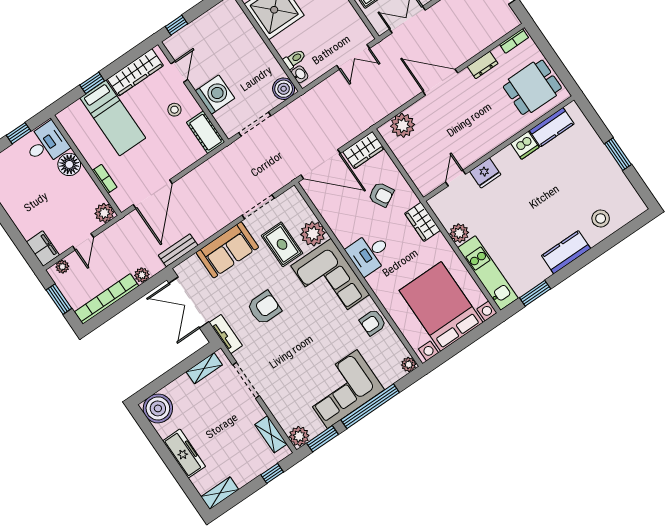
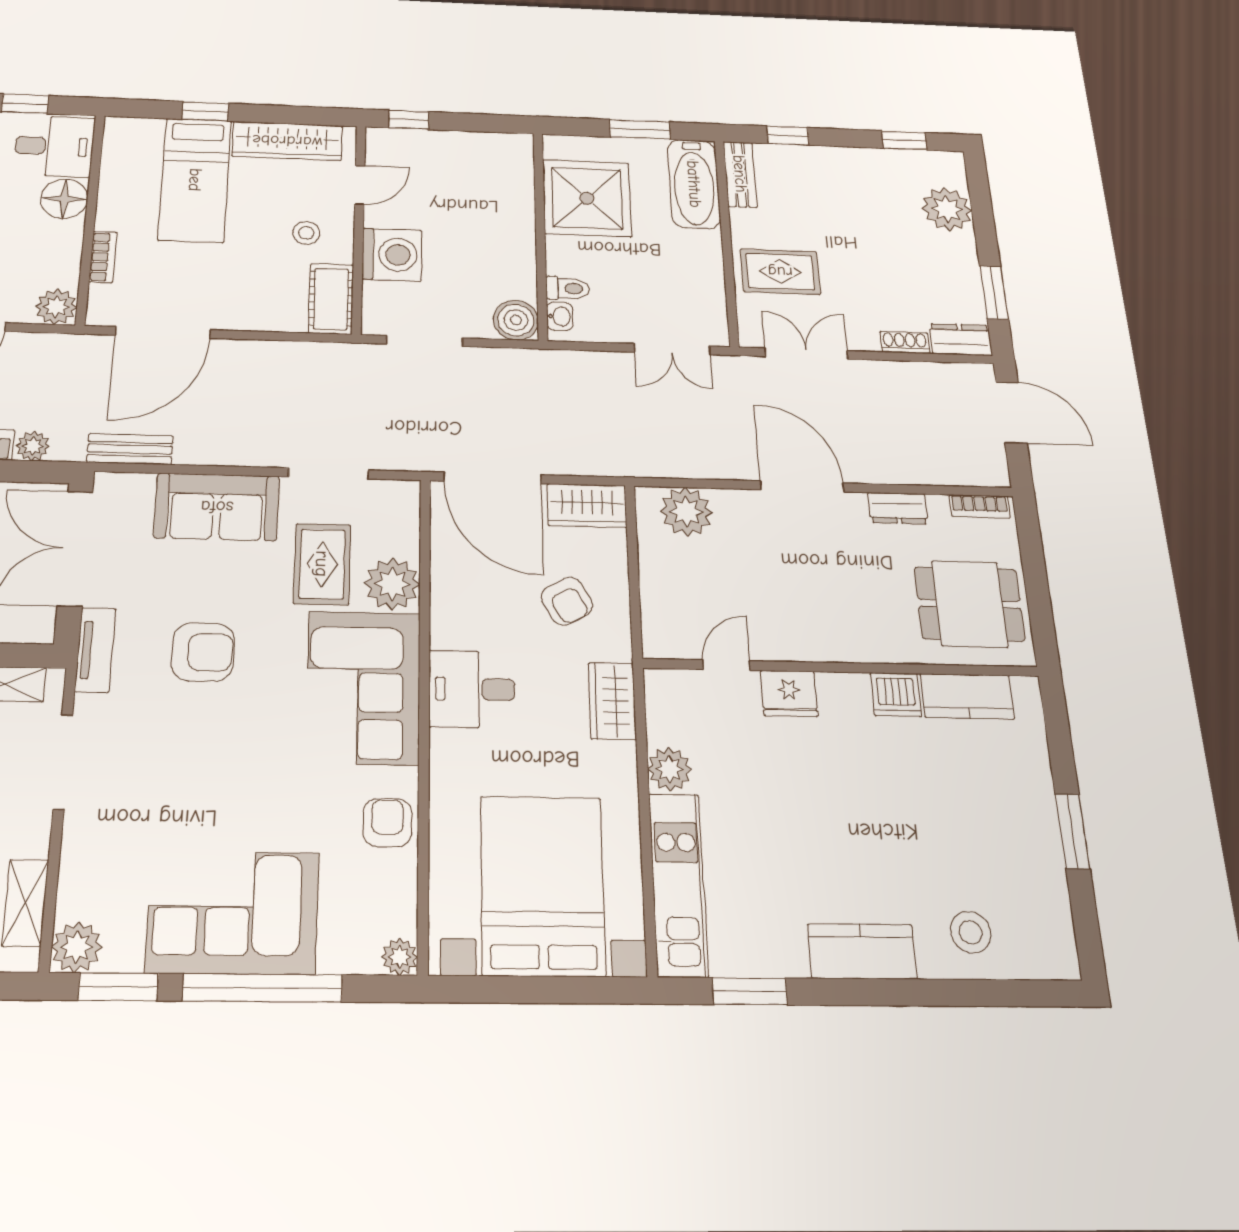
armchair: (373, 322) -> (387, 823), turned 90

